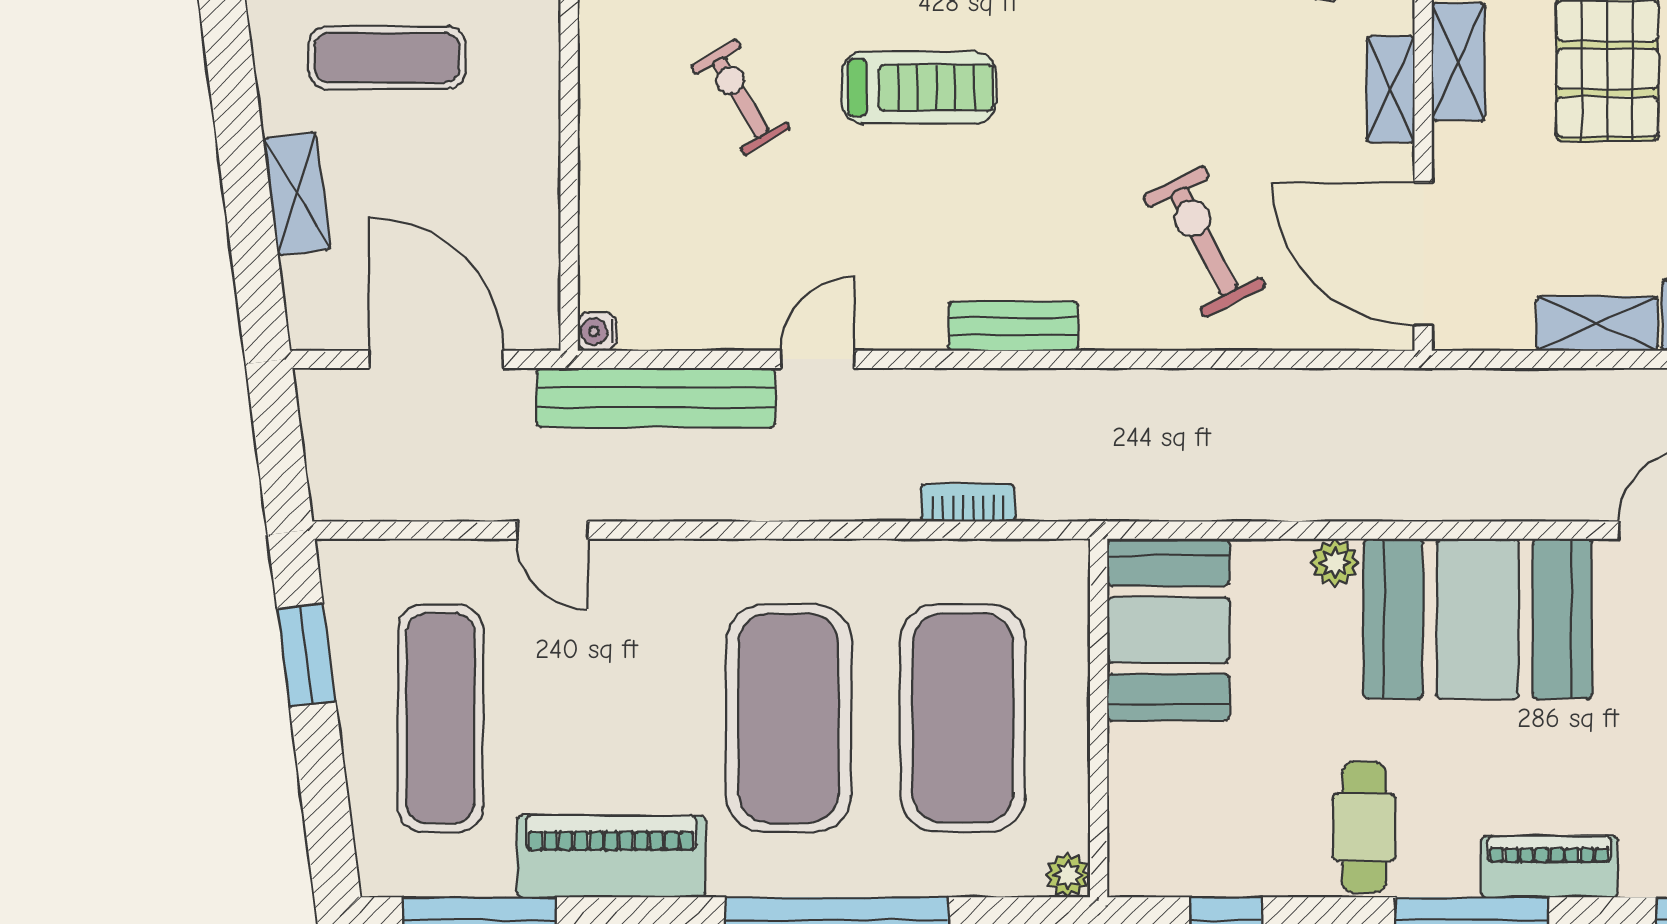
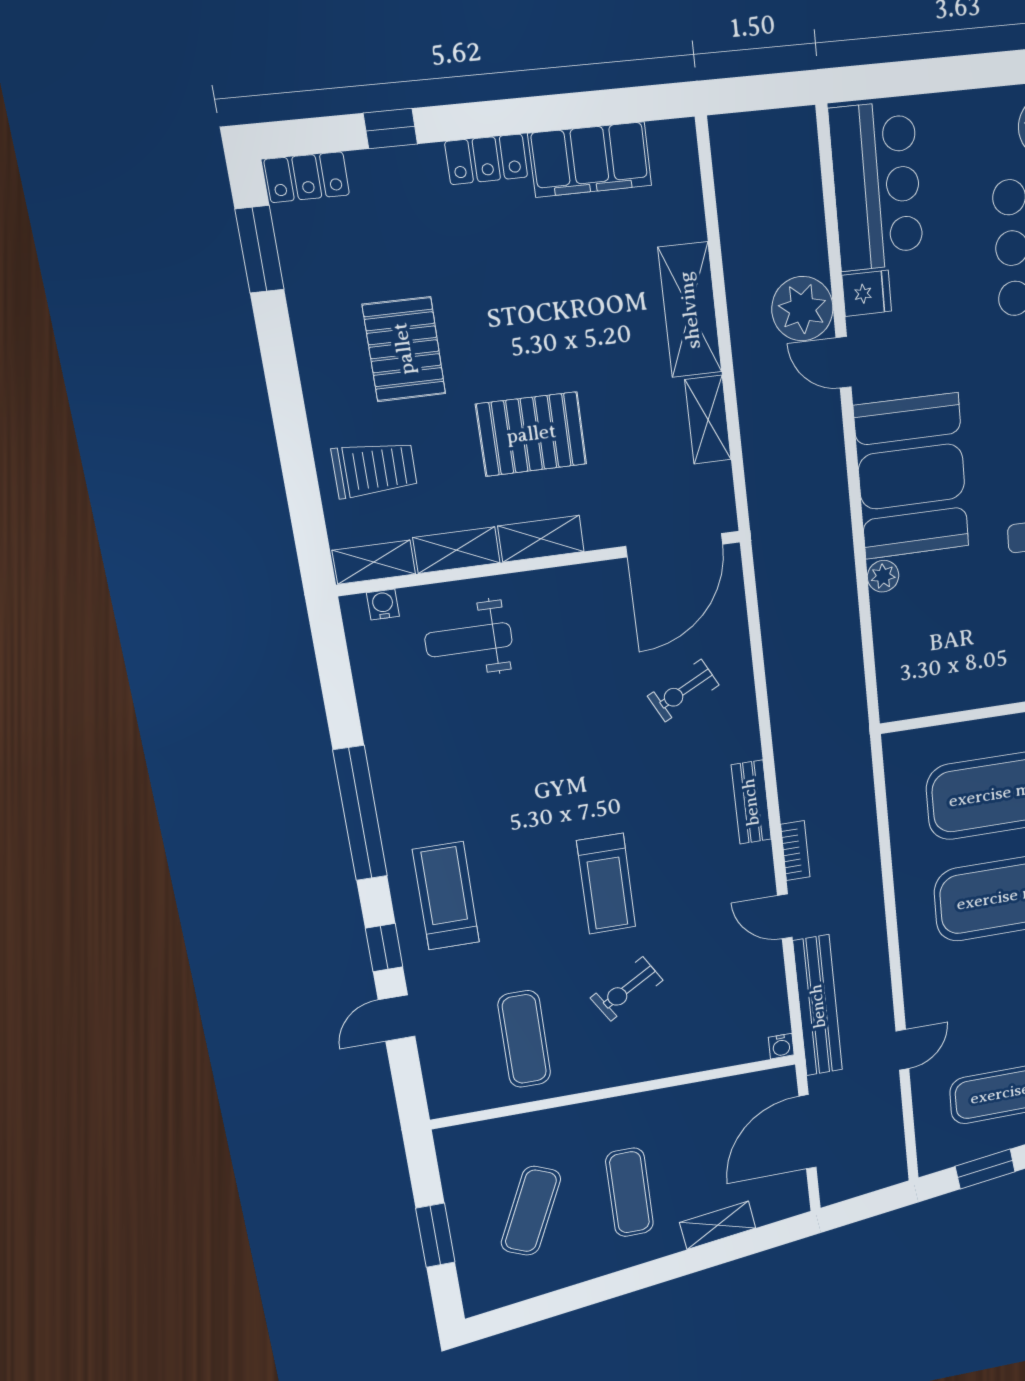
treadmill: (919, 88) -> (606, 884), turned 180
shelving: (1391, 89) -> (566, 582), removed
exercise bike: (1204, 241) -> (683, 691), width x0.73, depth x0.72
bookcase: (968, 503) -> (795, 851), moved, turned 180
booth: (1168, 630) -> (934, 677), removed

